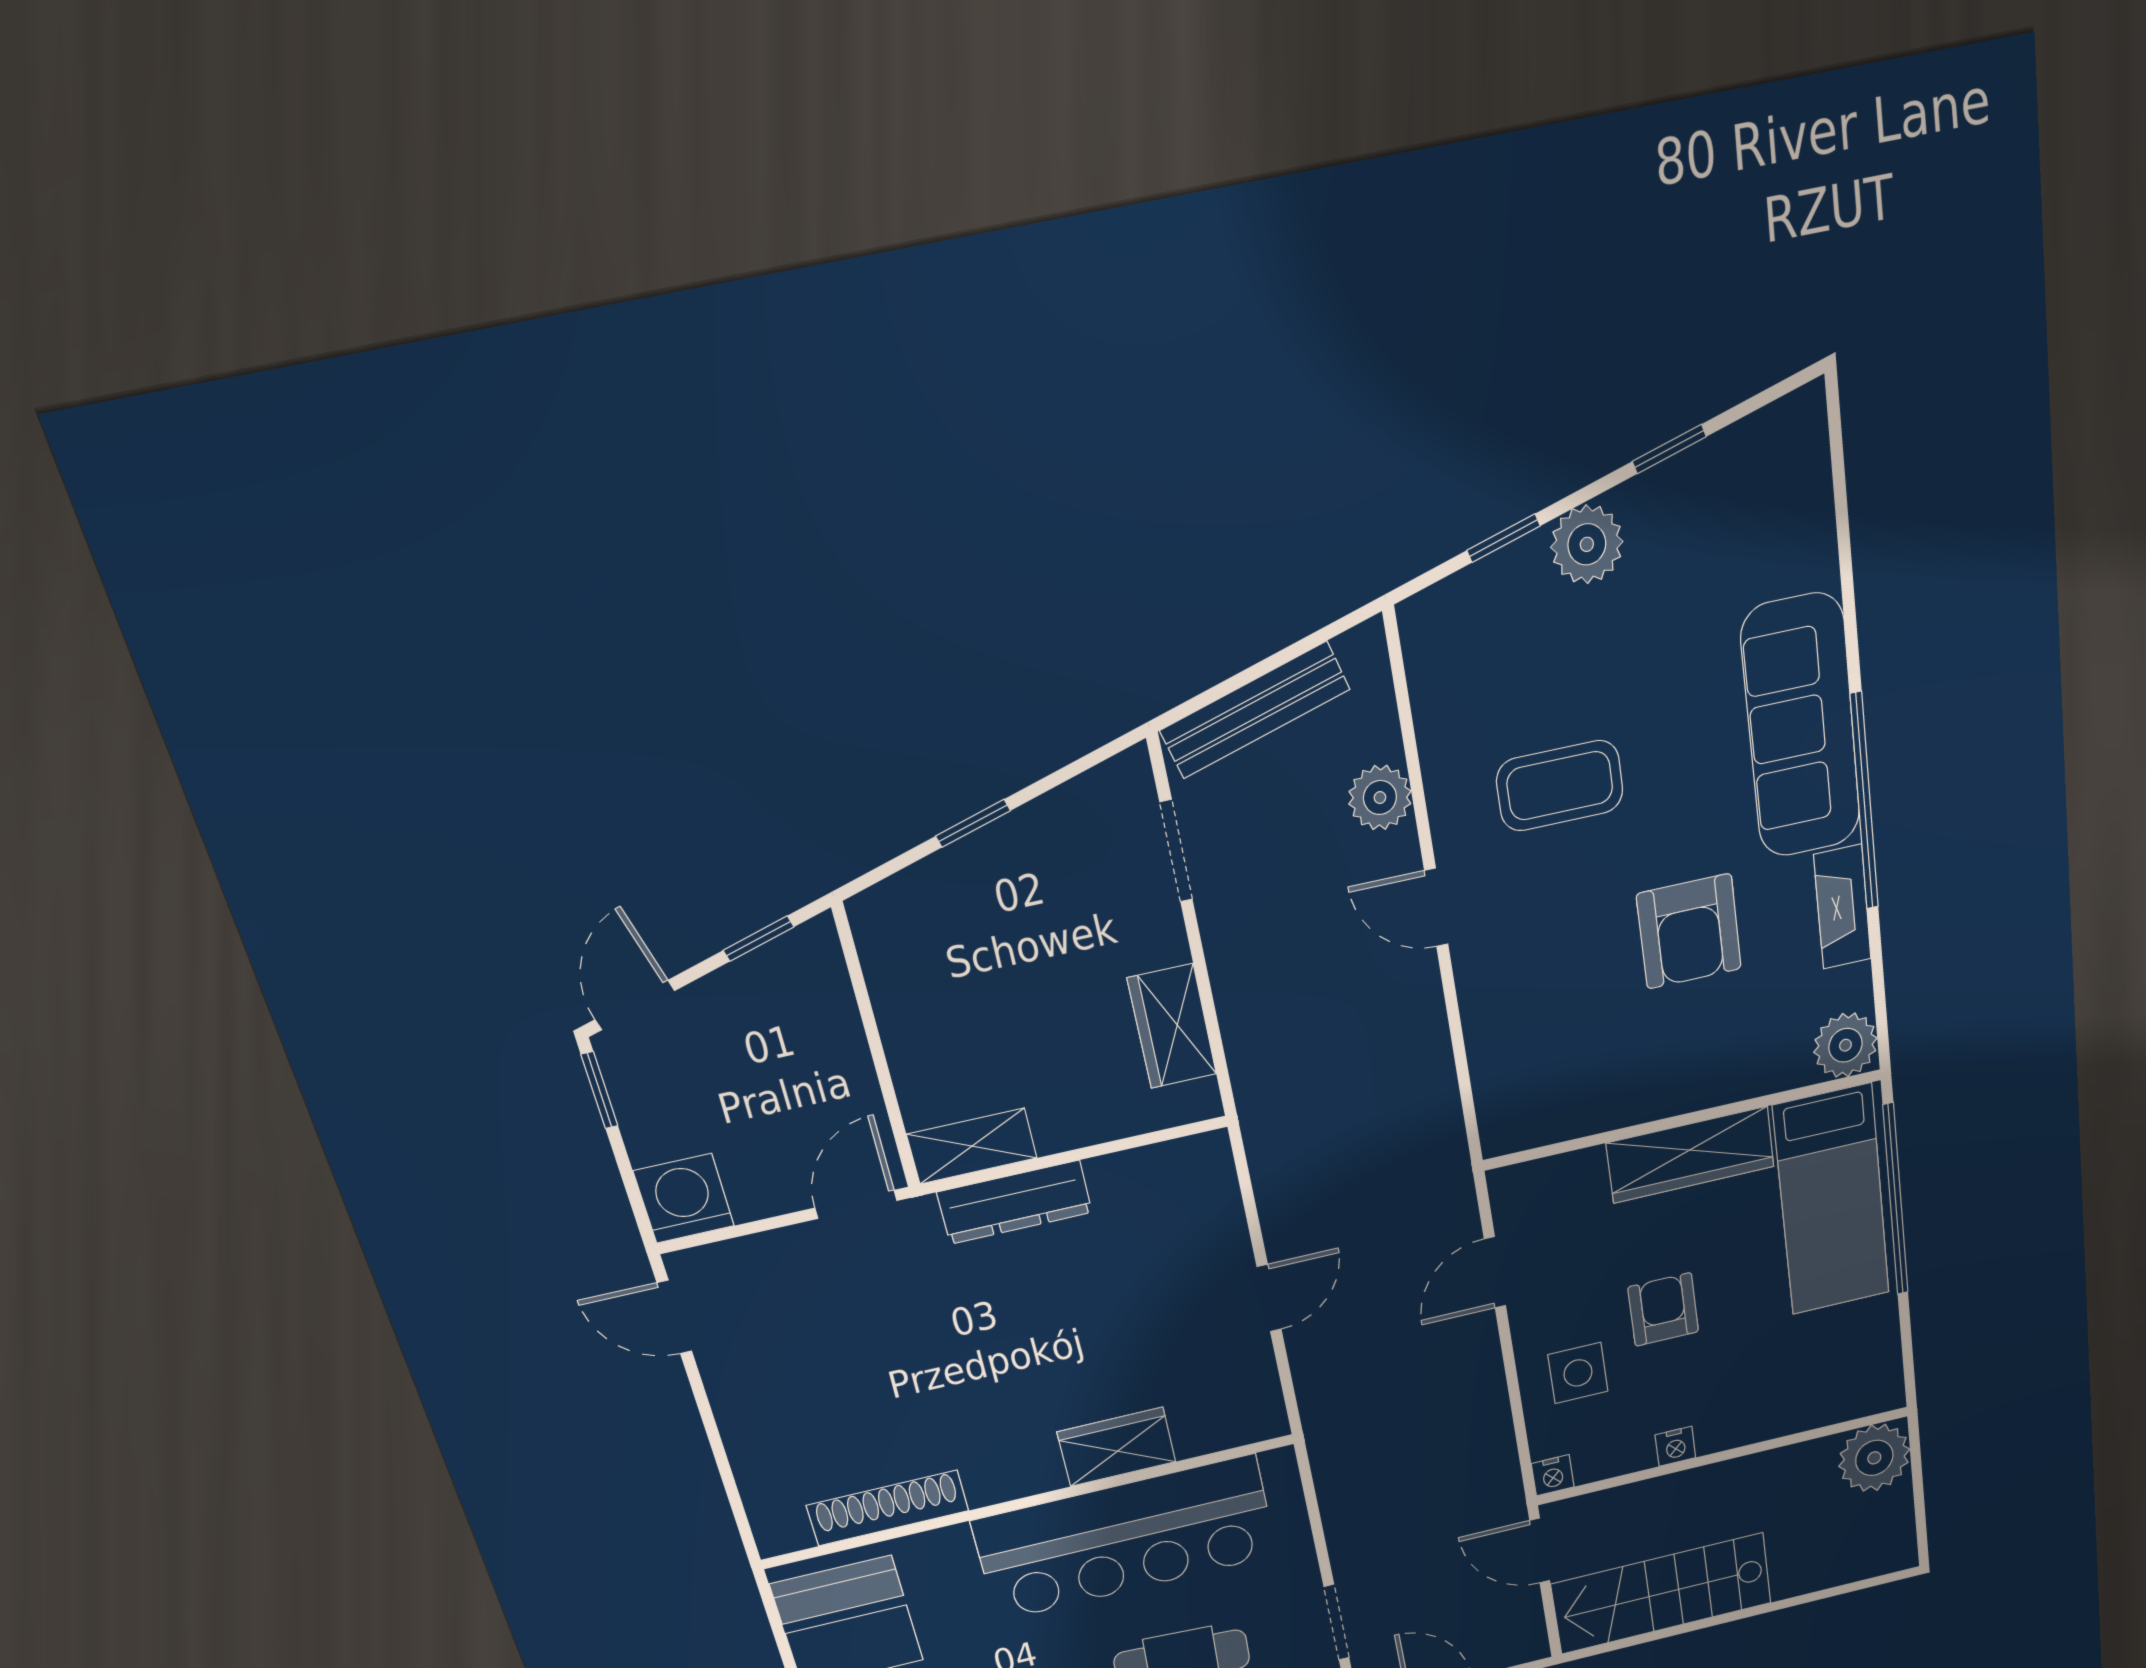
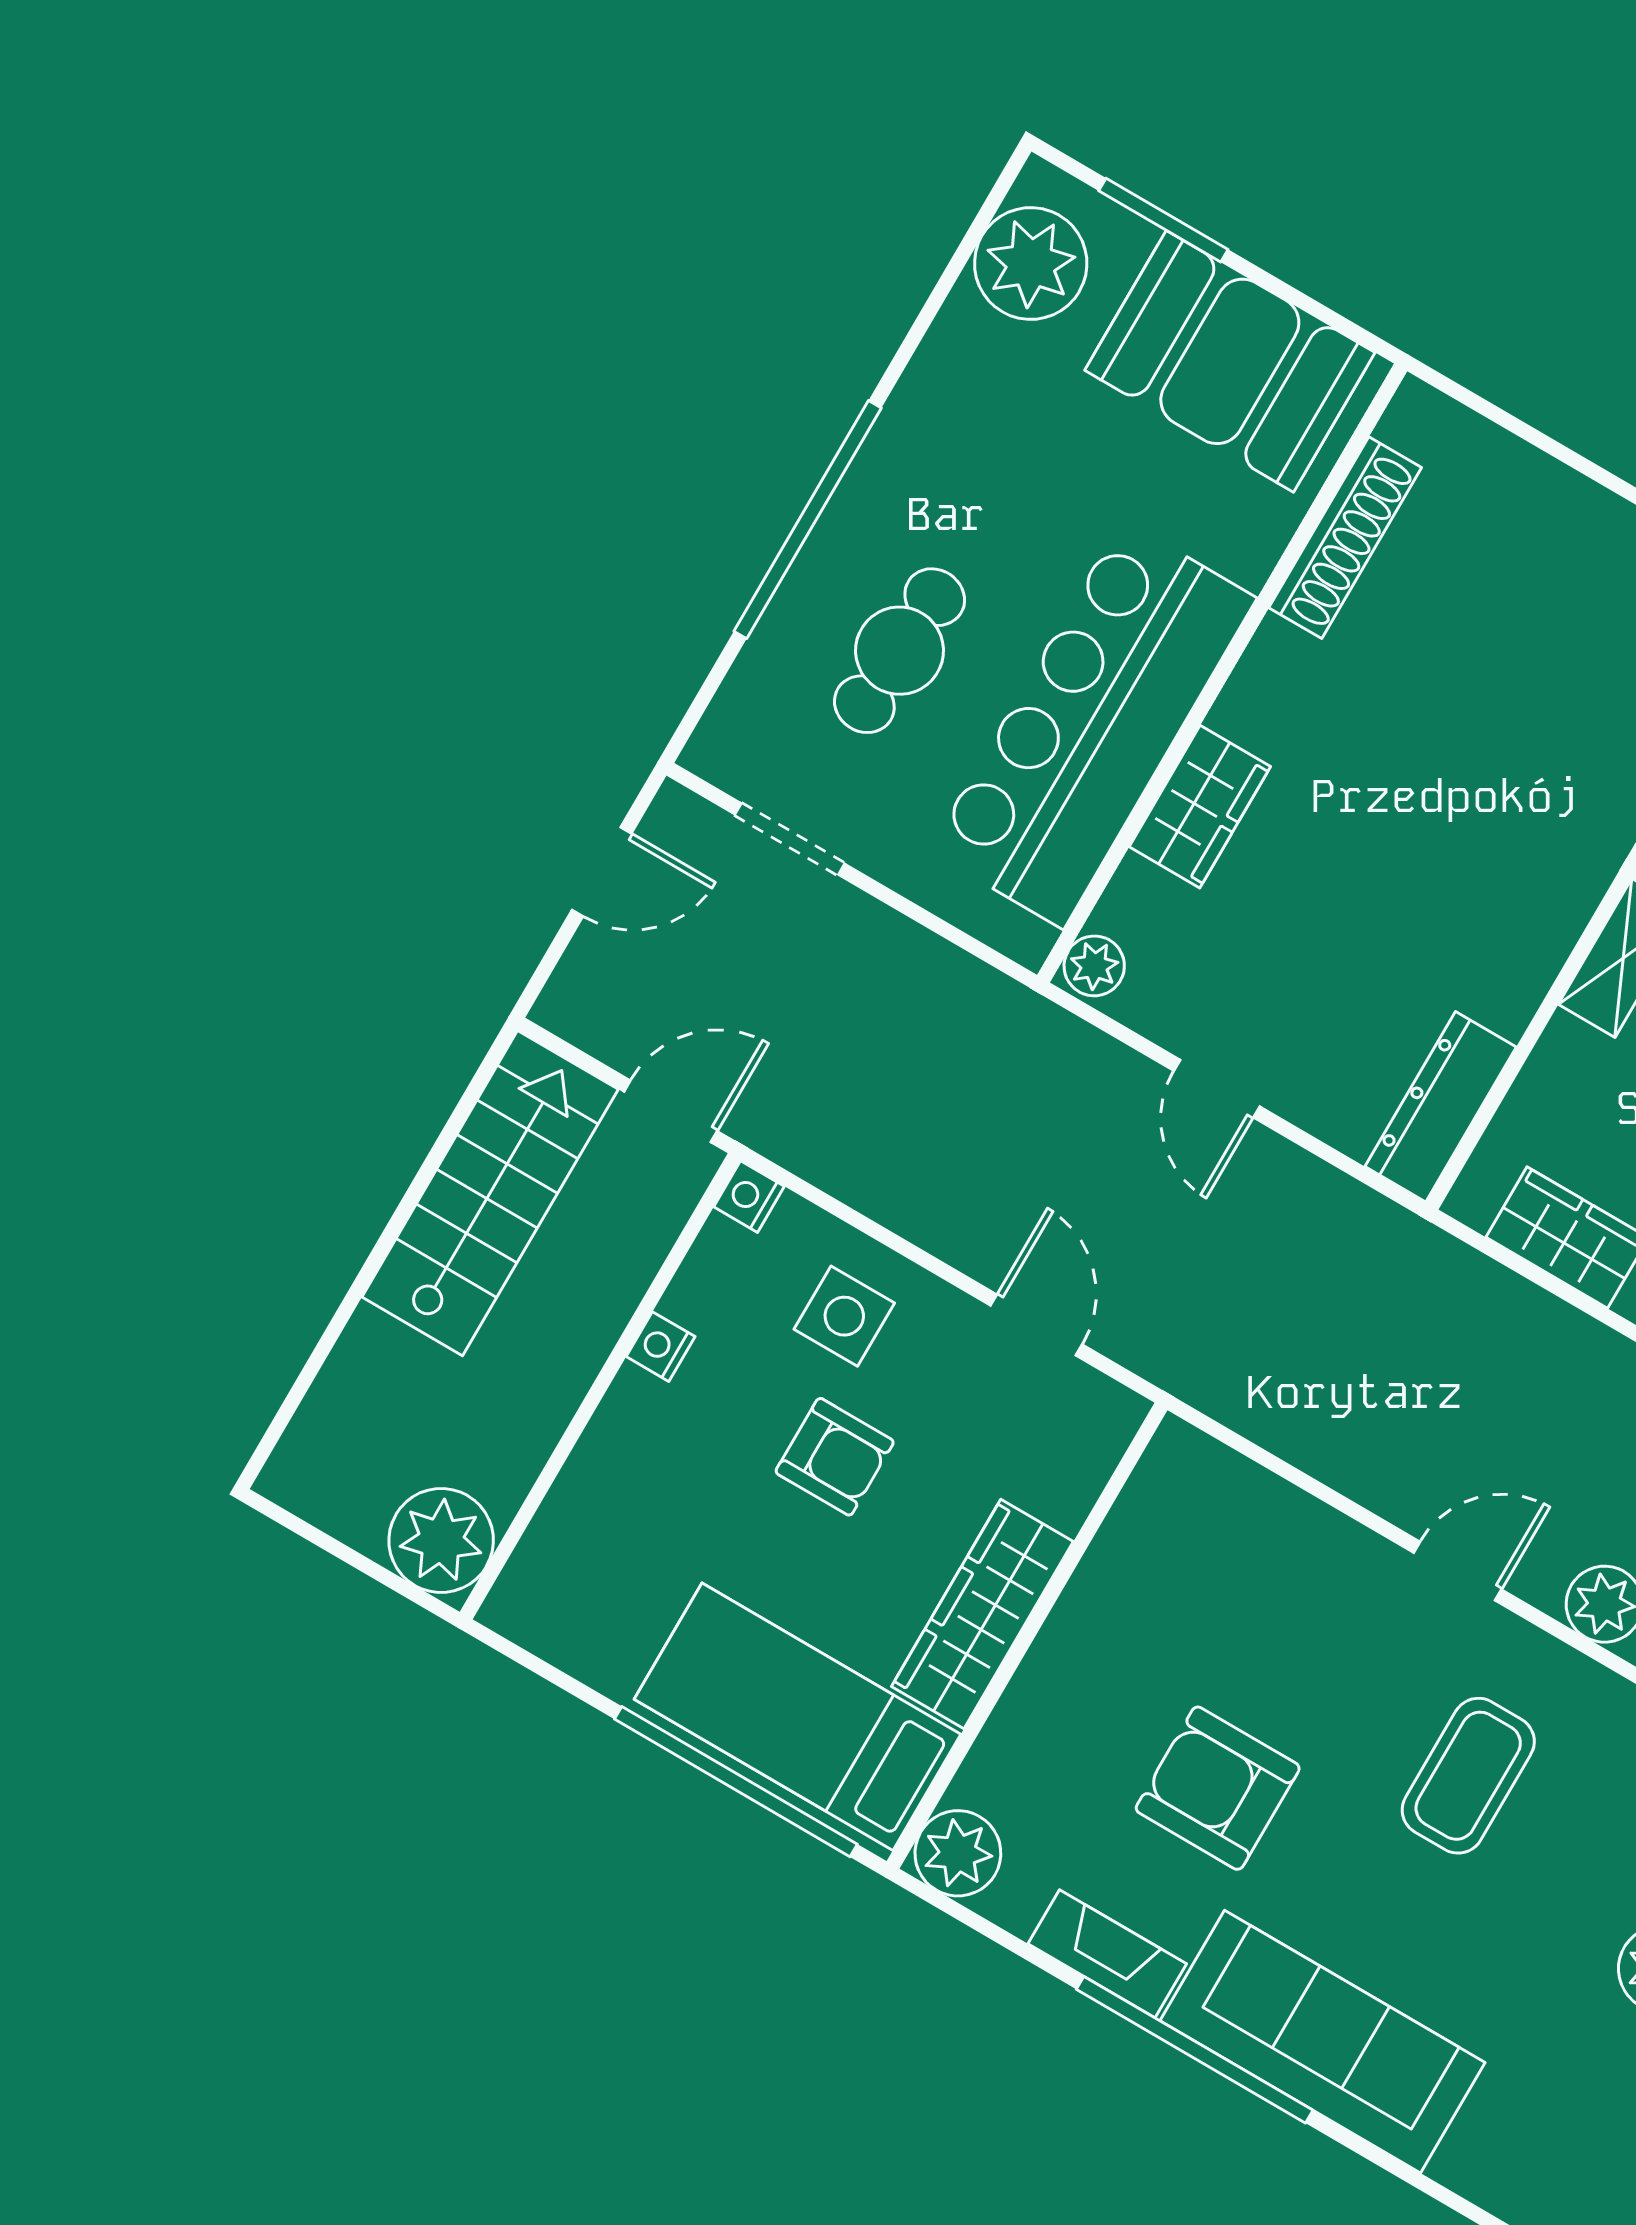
dresser: (1015, 1202) -> (1441, 1107), moved
plant: (1260, 1421) -> (1094, 966), added

